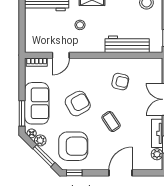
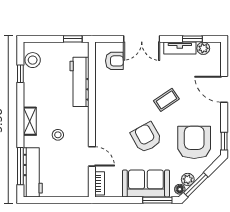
armchair: (120, 82) -> (114, 61), moved, turned 77
window: (44, 156) -> (196, 185), moved

